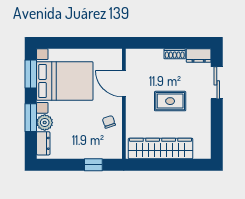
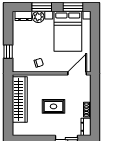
door: (124, 84) -> (77, 73), moved
rug: (170, 101) -> (53, 106), turned 90

